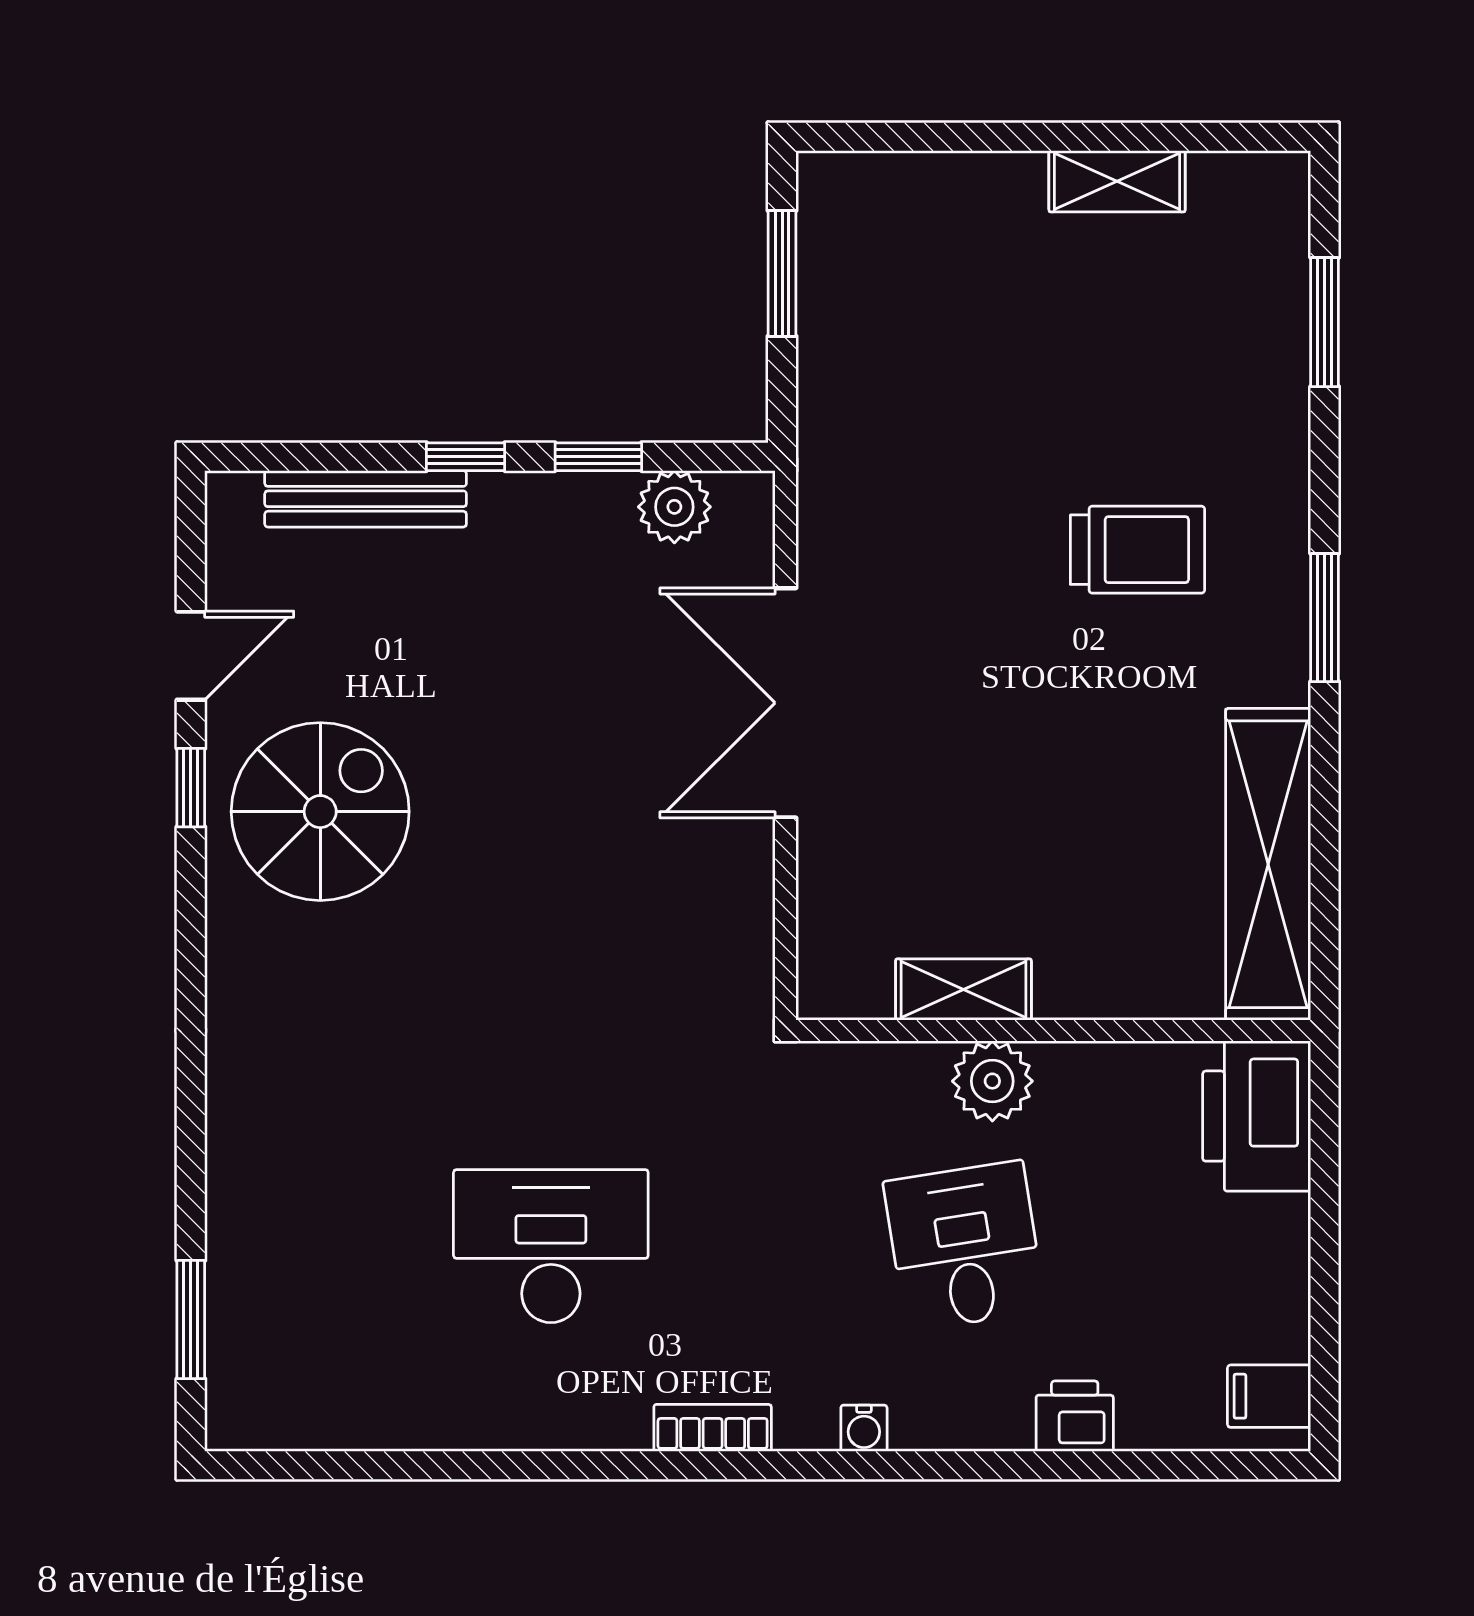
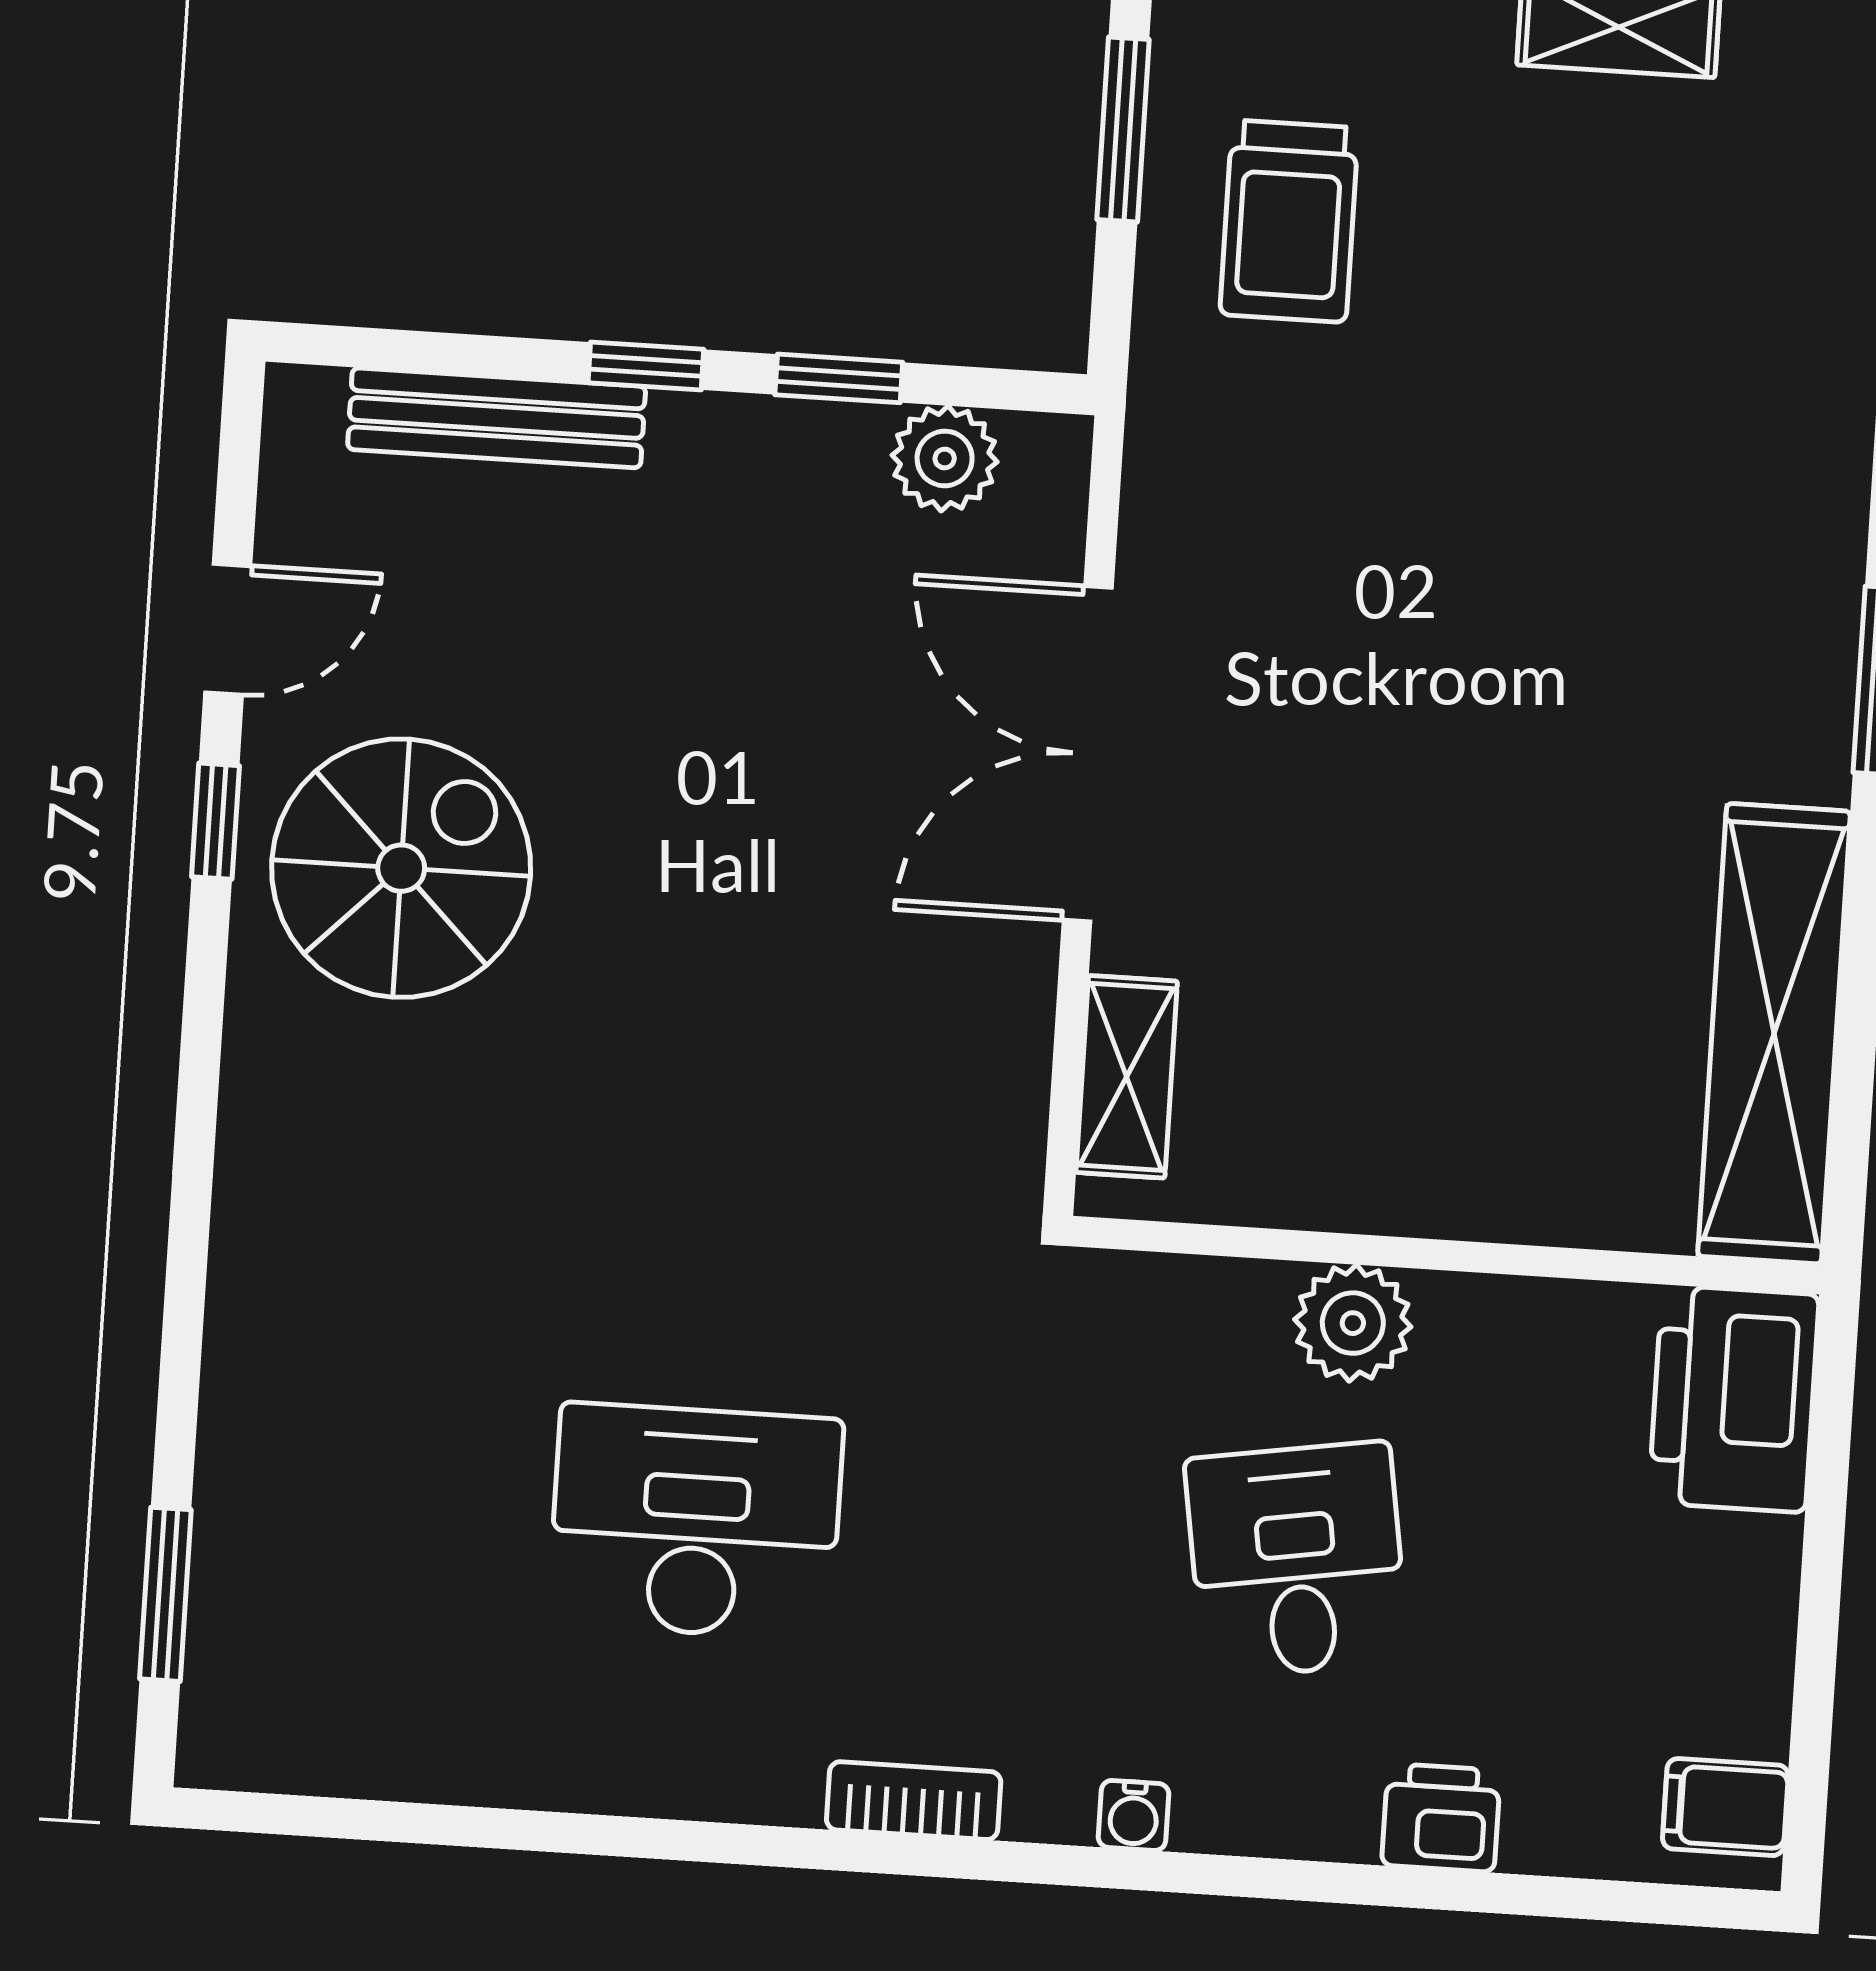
trolley: (1137, 550) -> (1289, 221), moved, turned 90
shelving: (963, 990) -> (1127, 1077), moved, turned 90

